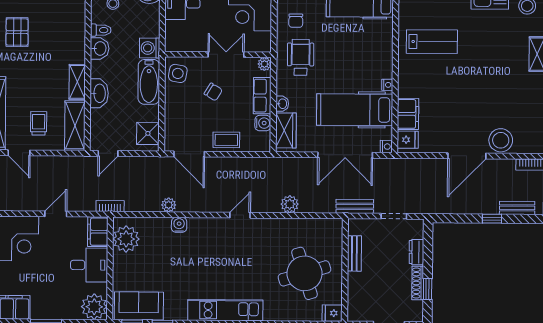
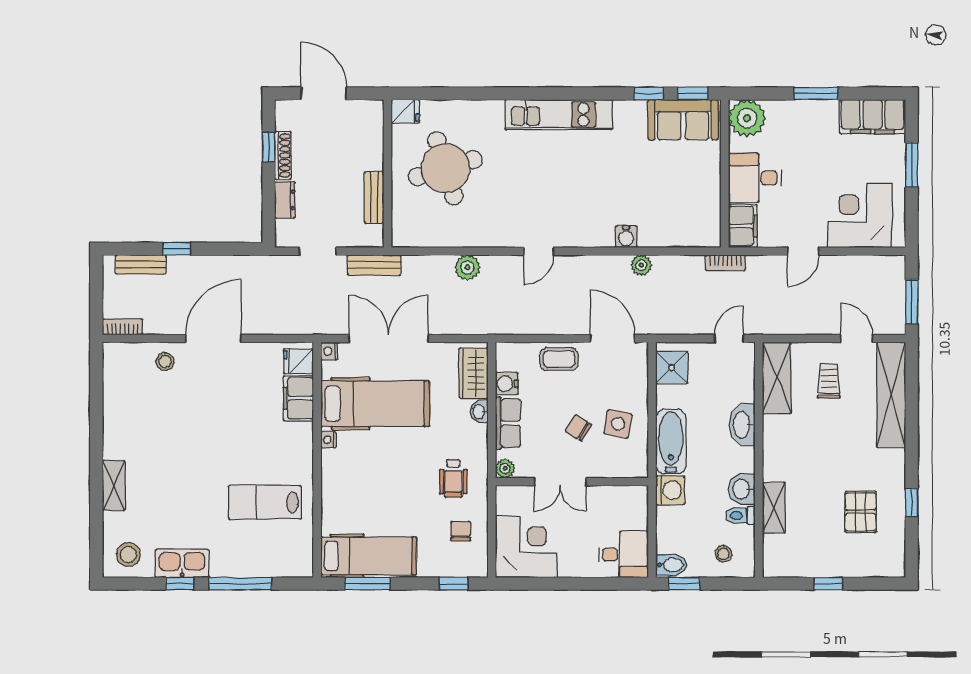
wheelchair: (301, 57) -> (453, 478), width x0.73, depth x0.73
side table: (178, 73) -> (618, 424), moved
shelving: (77, 82) -> (774, 508), moved
trolley: (39, 123) -> (829, 381), turned 180
stool: (501, 140) -> (165, 361), width x0.53, depth x0.53
plant: (126, 239) -> (702, 216), removed

